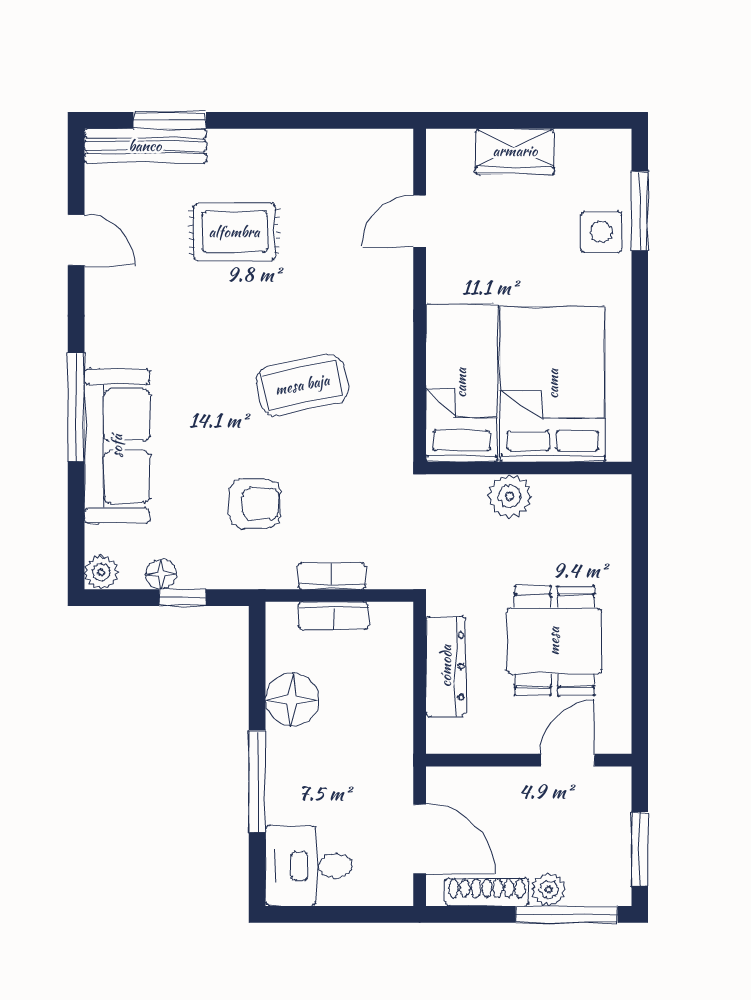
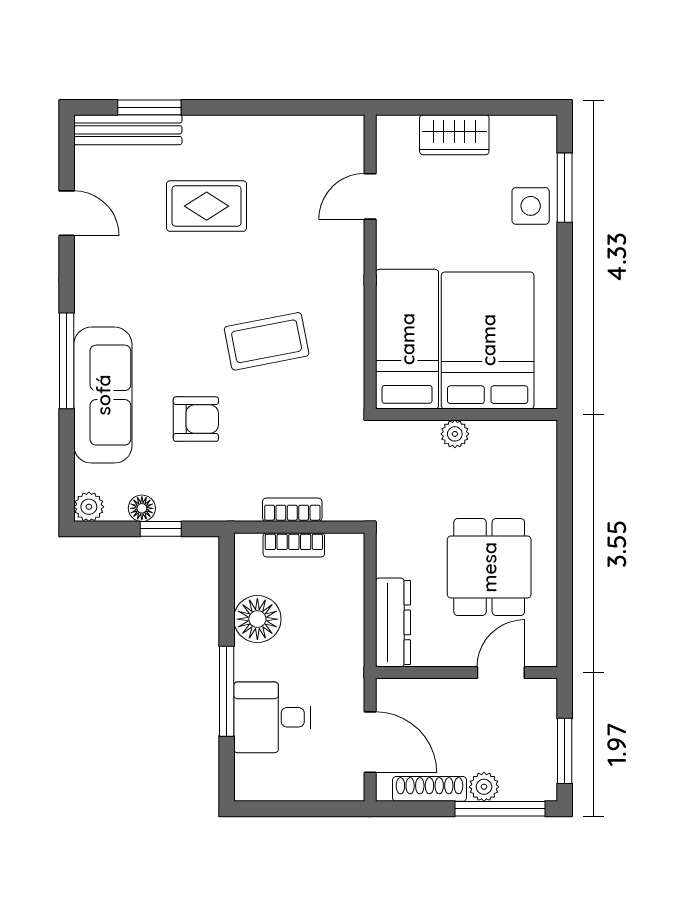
plant: (510, 496) -> (455, 434), width x0.73, depth x0.73
armchair: (254, 504) -> (196, 419), moved
dresser: (446, 666) -> (393, 622), moved
desk: (309, 866) -> (272, 717), moved

